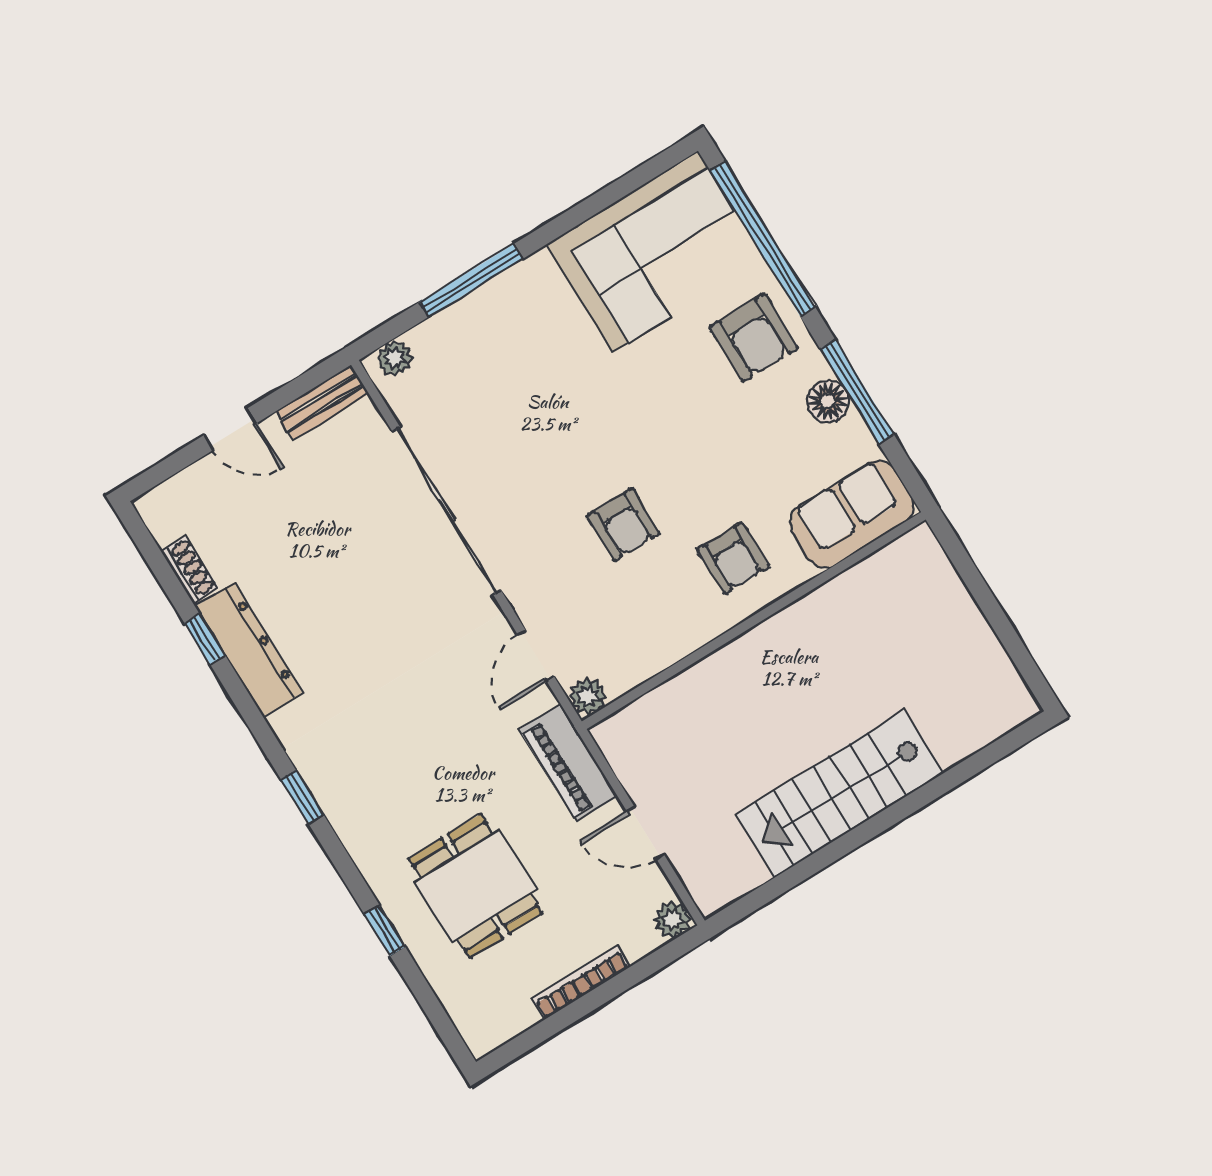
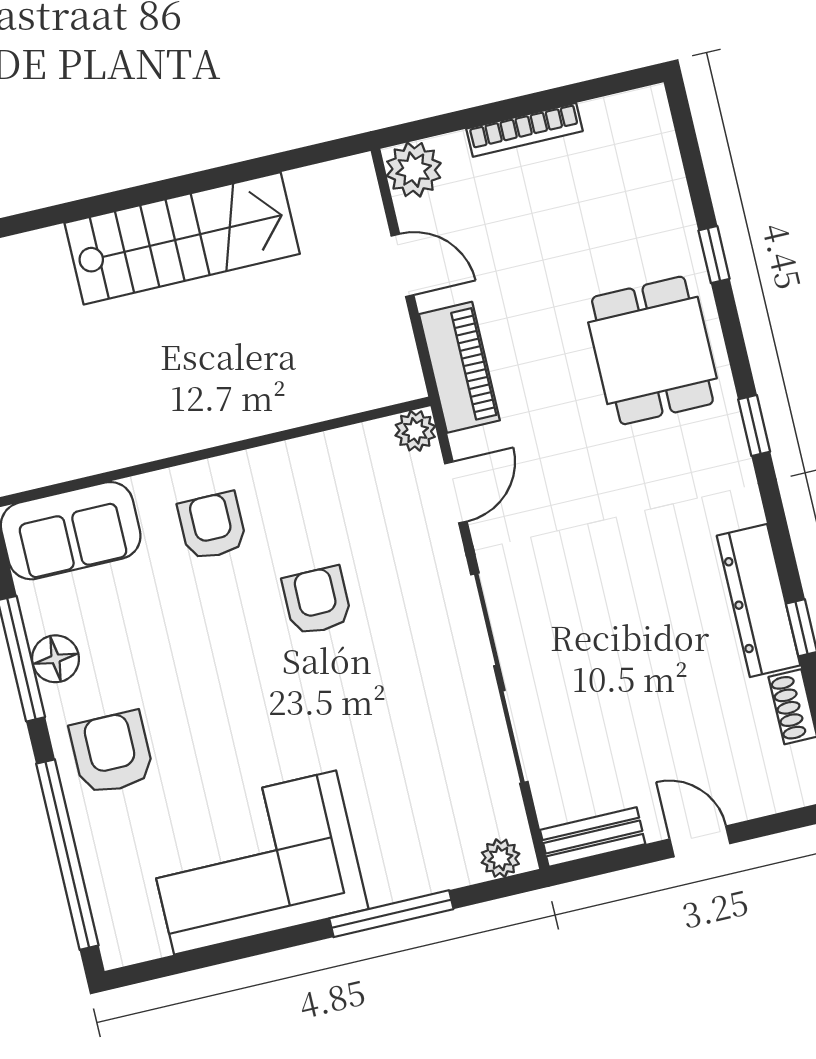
corner sofa: (656, 252) -> (255, 862), moved
dining table: (475, 886) -> (652, 350), moved
plant: (673, 920) -> (414, 170), width x1.38, depth x1.38

